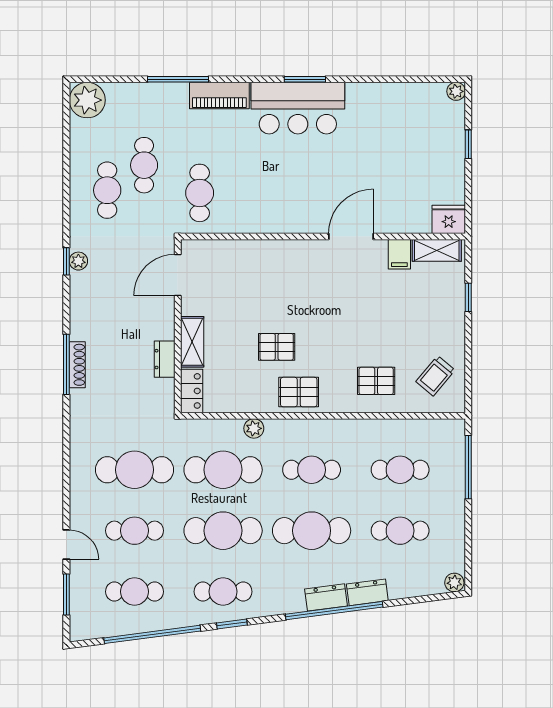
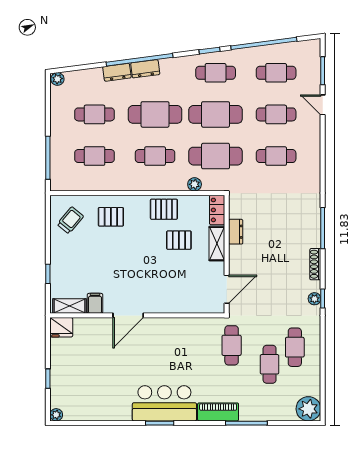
door: (178, 275) -> (227, 289), moved
wall: (178, 326) -> (227, 254), moved
shelving: (192, 342) -> (217, 244), moved
dresser: (165, 359) -> (236, 232), moved
shoe rack: (77, 365) -> (315, 264), moved
locker: (192, 391) -> (217, 210), moved
cafe table: (134, 470) -> (276, 156), width x0.73, depth x0.74

